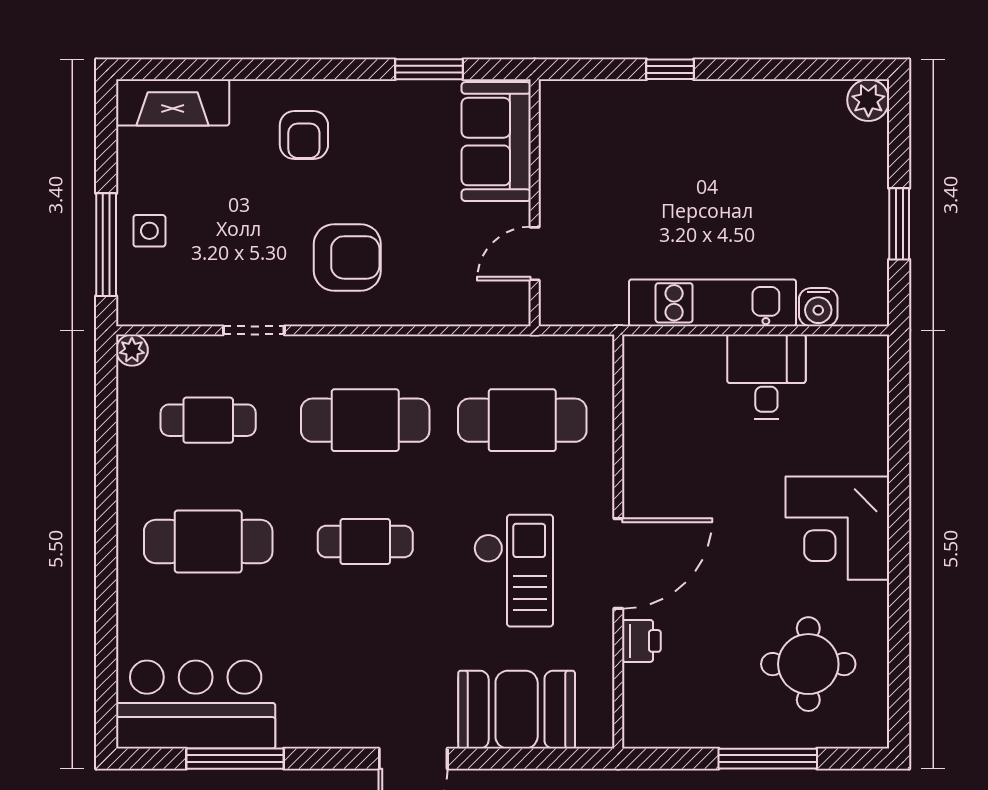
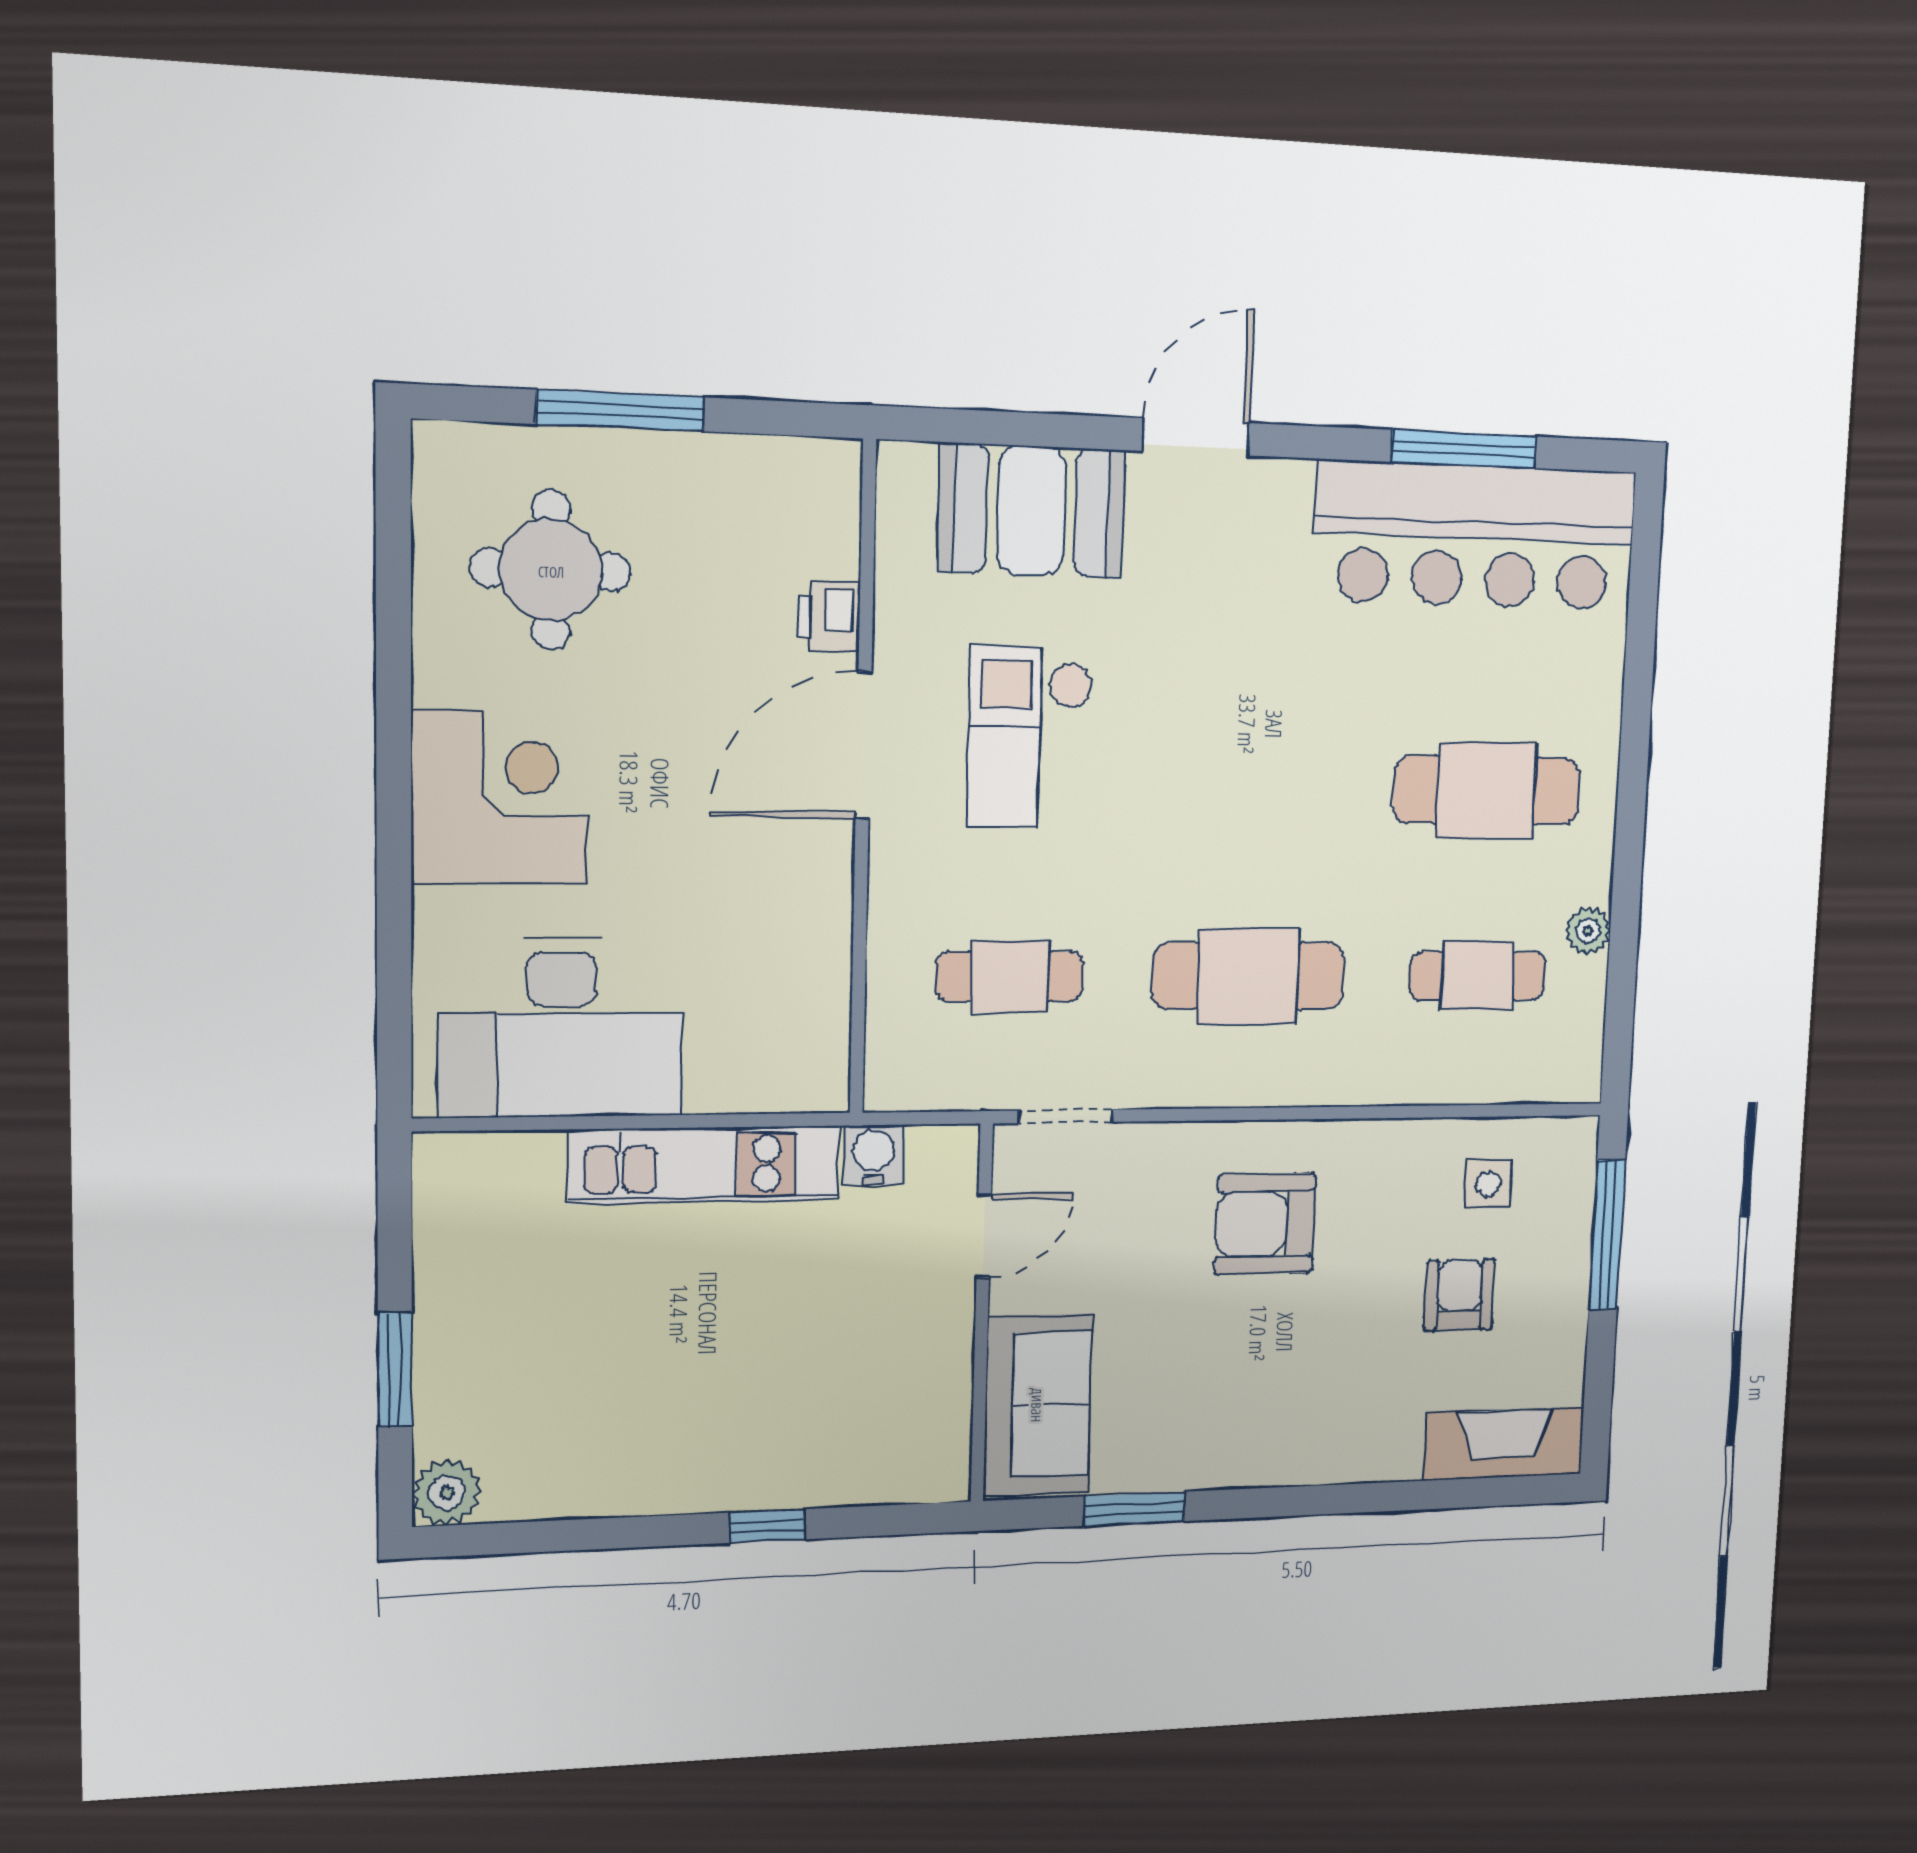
armchair: (304, 135) -> (1459, 1295), moved
window: (899, 224) -> (395, 1370), moved
side table: (149, 231) -> (1488, 1184), moved
water cooler: (818, 307) -> (874, 1155), moved
doorway: (254, 330) -> (1066, 1116), moved
plant: (132, 350) -> (1588, 931), moved
desk: (766, 376) -> (561, 1028), width x1.87, depth x1.30
cafe table: (522, 420) -> (1010, 976), width x0.73, depth x0.74
cafe table: (365, 541) -> (1256, 787), removed
bar counter: (196, 705) -> (1475, 536), width x1.36

